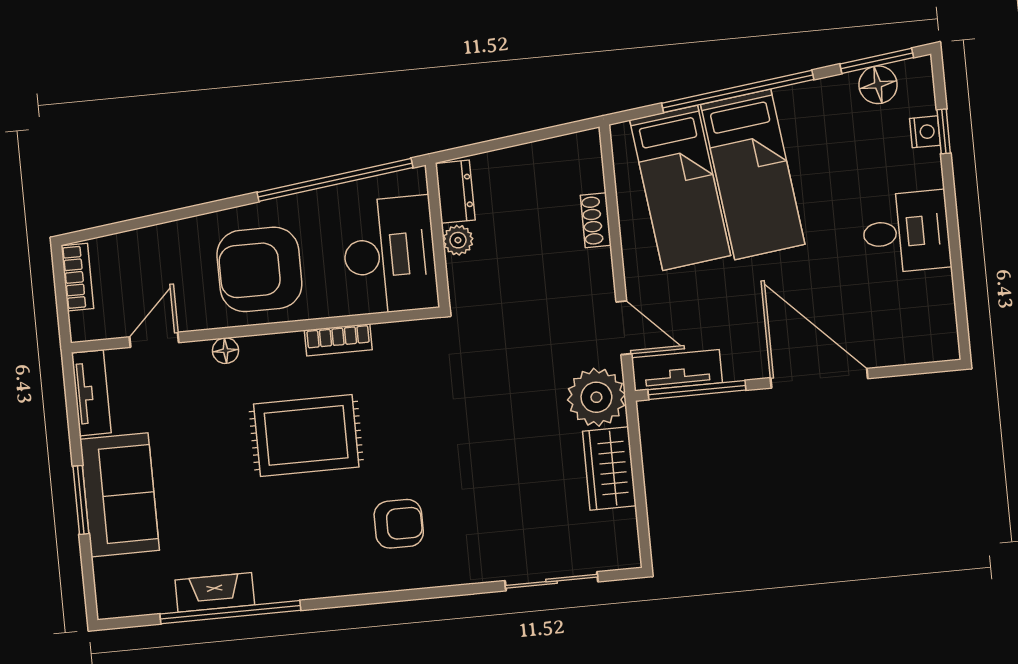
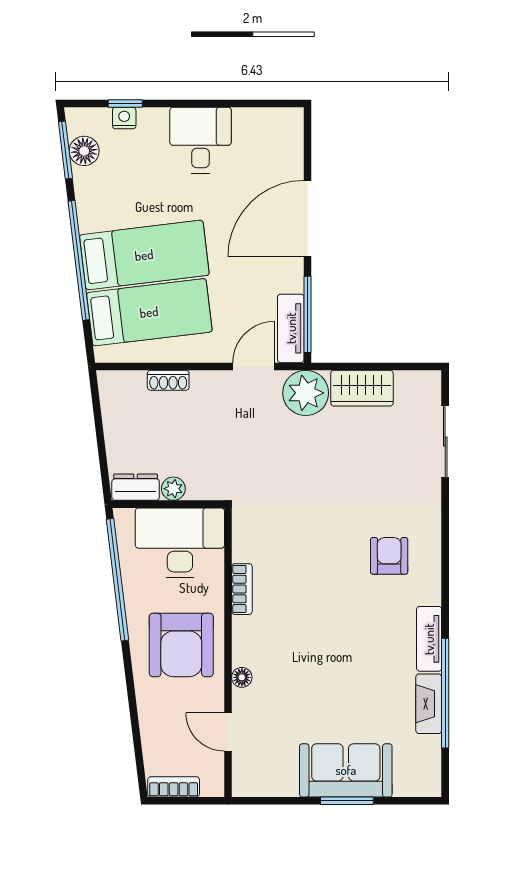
tv unit: (91, 393) -> (429, 639), moved, turned -90
rug: (306, 435) -> (314, 621), removed

